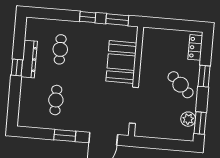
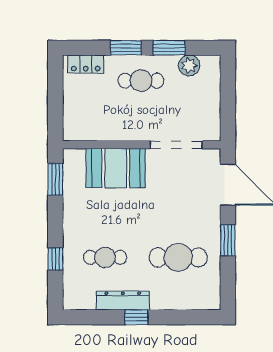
window: (88, 17) -> (55, 259), moved
cafe table: (181, 85) -> (141, 81), turned 47
cafe table: (56, 100) -> (178, 257), width x1.37, depth x1.35
window: (200, 123) -> (169, 48), moved

